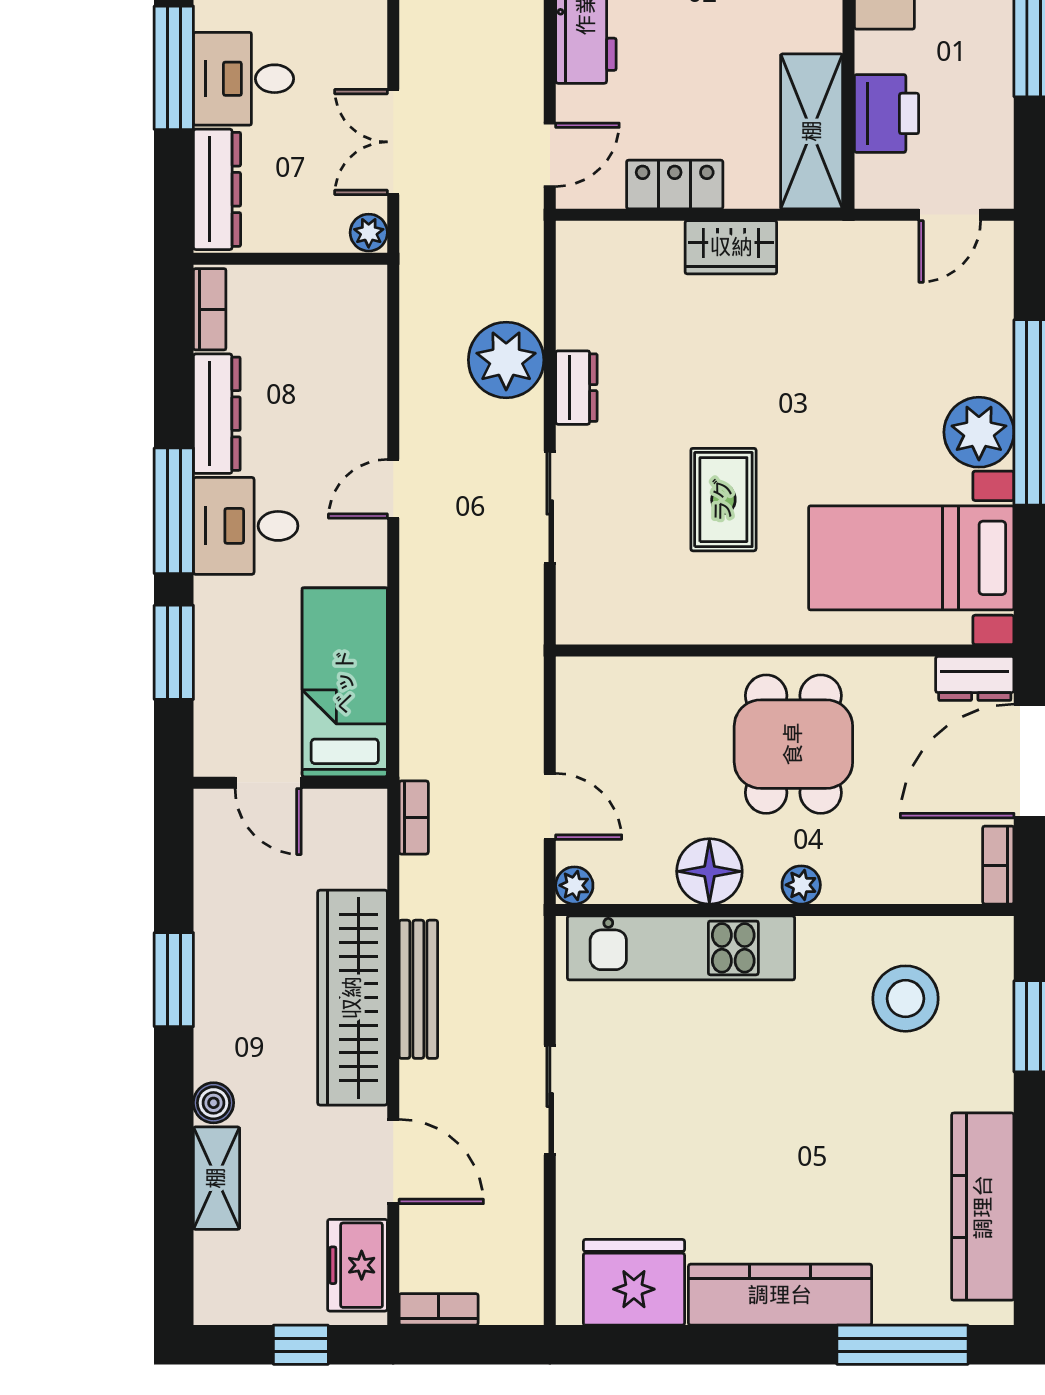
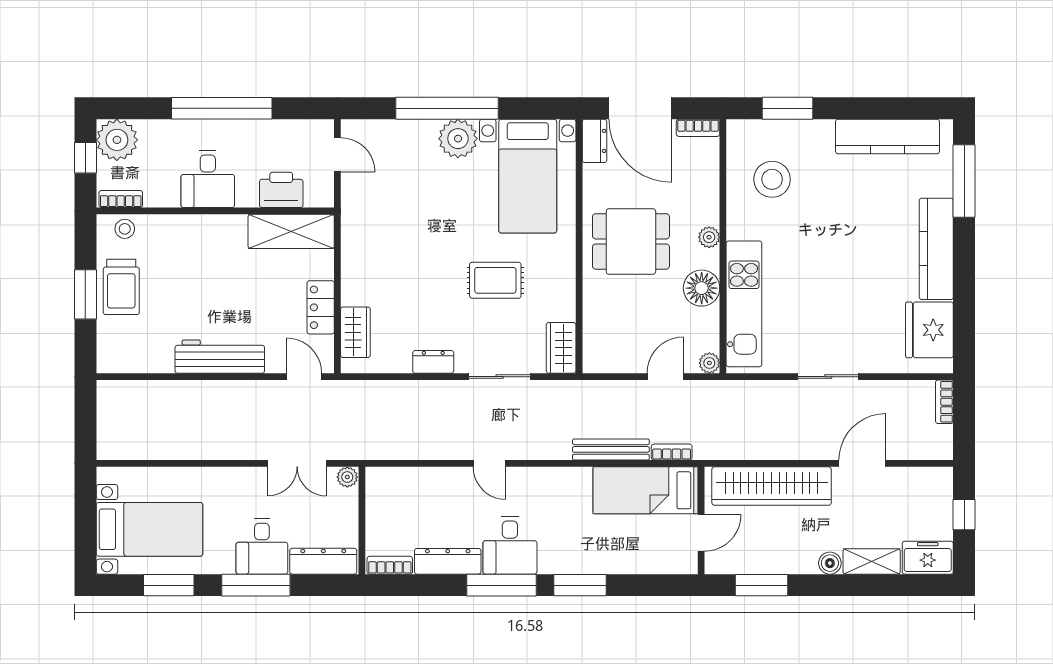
wardrobe: (731, 247) -> (355, 332), moved
plant: (506, 360) -> (418, 401), removed
wardrobe: (602, 618) -> (561, 348), added
bed: (345, 682) -> (646, 490), moved
door: (268, 783) -> (701, 533), moved
wall: (290, 783) -> (701, 520), moved
bench: (418, 989) -> (611, 449), moved
freezer: (357, 1265) -> (928, 558), moved, turned 180
bookcase: (439, 1309) -> (944, 402), moved

